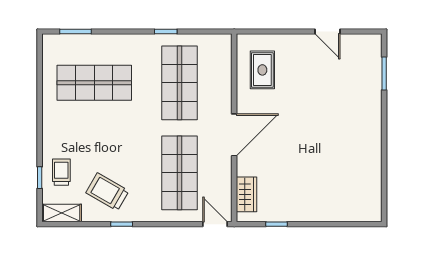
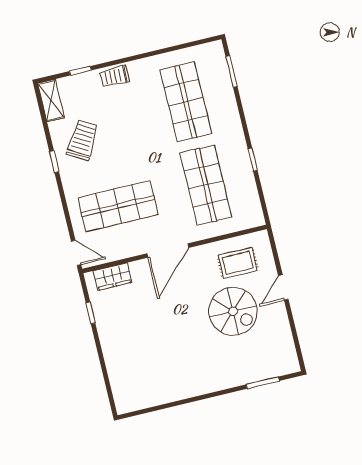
door: (328, 32) -> (283, 287), moved
shop shelf: (180, 83) -> (206, 185), turned 90
spiral stairs: (308, 86) -> (233, 311), added
door: (234, 135) -> (168, 251), hinge flipped
trolley: (61, 172) -> (115, 76), moved, turned 180
door: (215, 224) -> (76, 253), hinge flipped

